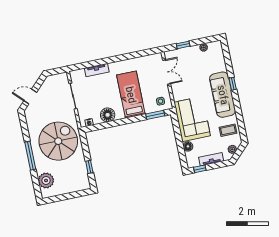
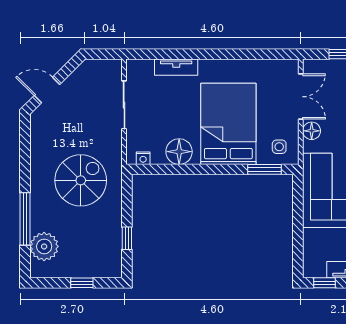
bed: (131, 95) -> (228, 124), width x1.50
spiral stairs: (58, 141) -> (81, 180), width x0.73, depth x0.73
floor lamp: (188, 146) -> (312, 131), moved
window: (30, 156) -> (25, 219), moved
window: (70, 196) -> (82, 283), added

